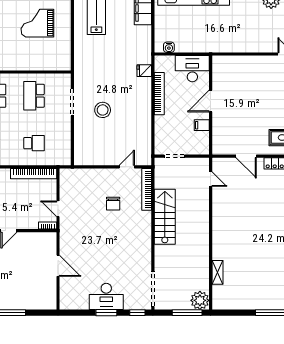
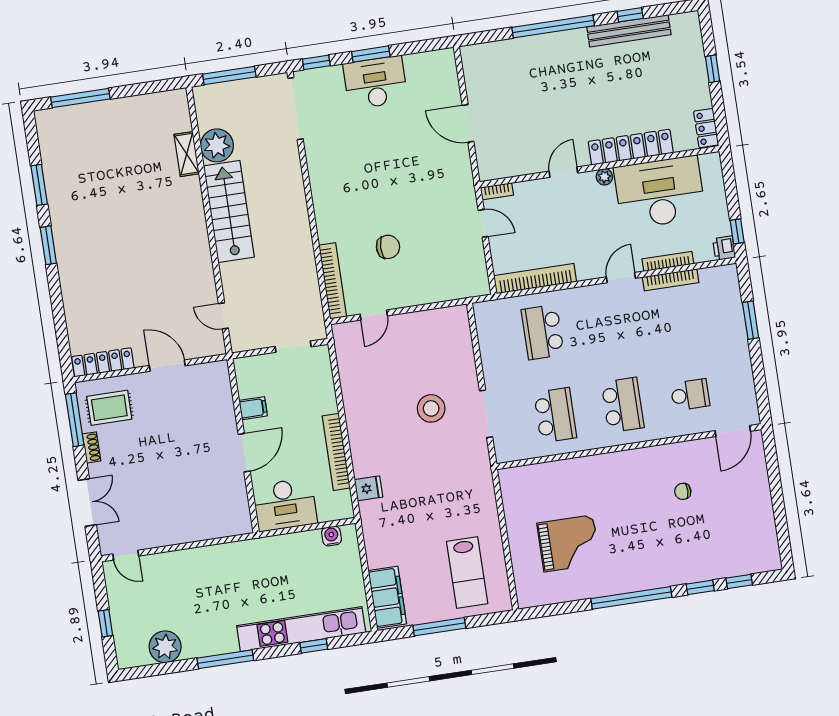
school desk: (34, 143) -> (543, 332), width x1.85
chair: (113, 204) -> (388, 247), turned 90
stairs: (165, 217) -> (229, 211), moved, turned 180
plant: (200, 300) -> (217, 145), moved

